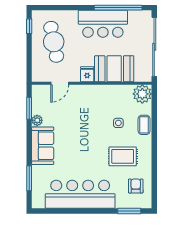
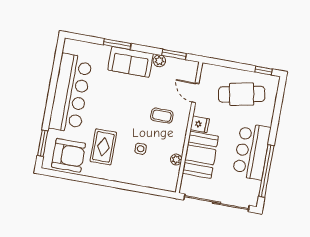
plant: (142, 94) -> (176, 160), moved, width x0.53, depth x0.53
coffee table: (144, 125) -> (162, 116), moved
window: (29, 178) -> (117, 44), moved
armchair: (136, 186) -> (68, 155), width x1.88, depth x1.88

